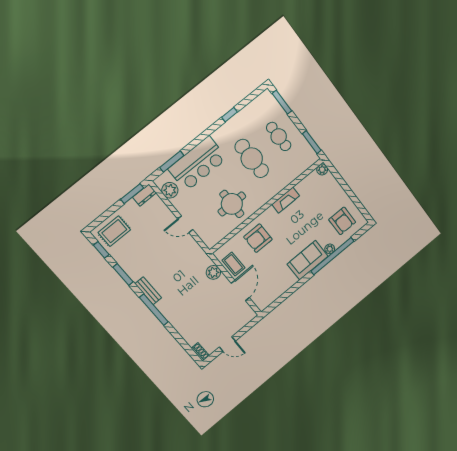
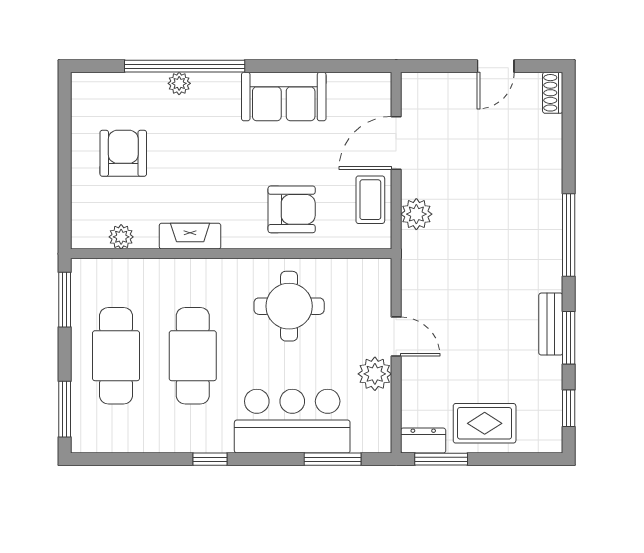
window: (229, 115) -> (210, 459), moved
cafe table: (279, 137) -> (116, 356), width x1.37, depth x1.35
plant: (322, 170) -> (121, 237), moved
plant: (170, 190) -> (375, 374), moved
armchair: (342, 221) -> (123, 153), moved
rug: (114, 231) -> (485, 423), moved
sofa: (308, 260) -> (284, 97), moved
bench: (148, 291) -> (551, 324), moved
door: (227, 344) -> (496, 66), swing flipped

